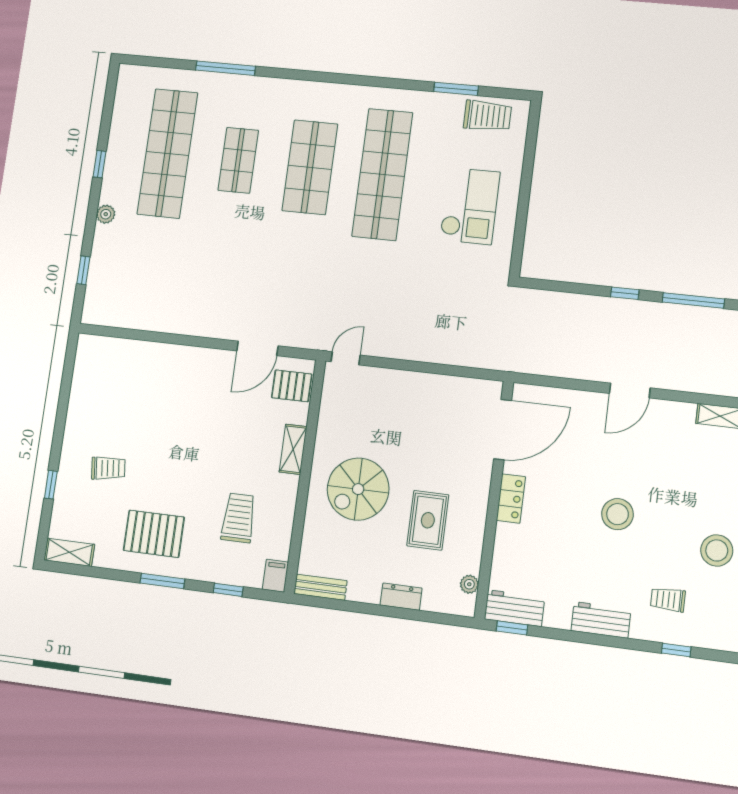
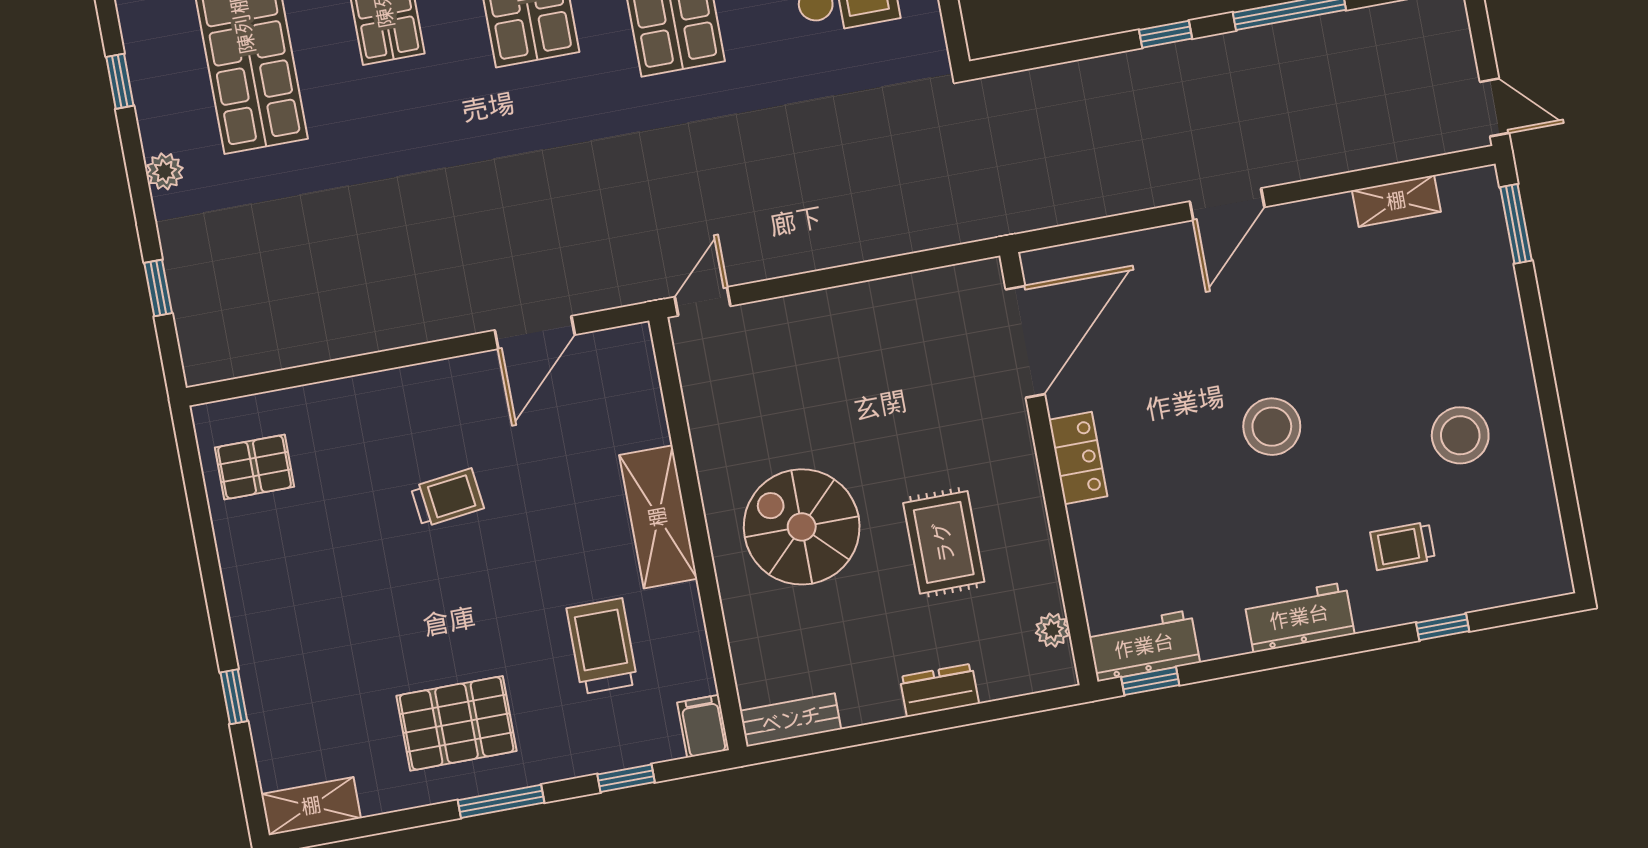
pallet: (292, 386) -> (255, 467), moved
shelving: (293, 449) -> (658, 517), width x1.50, depth x1.33
trolley: (108, 468) -> (447, 498), moved
spiral stairs: (358, 489) -> (802, 527), turned 90

